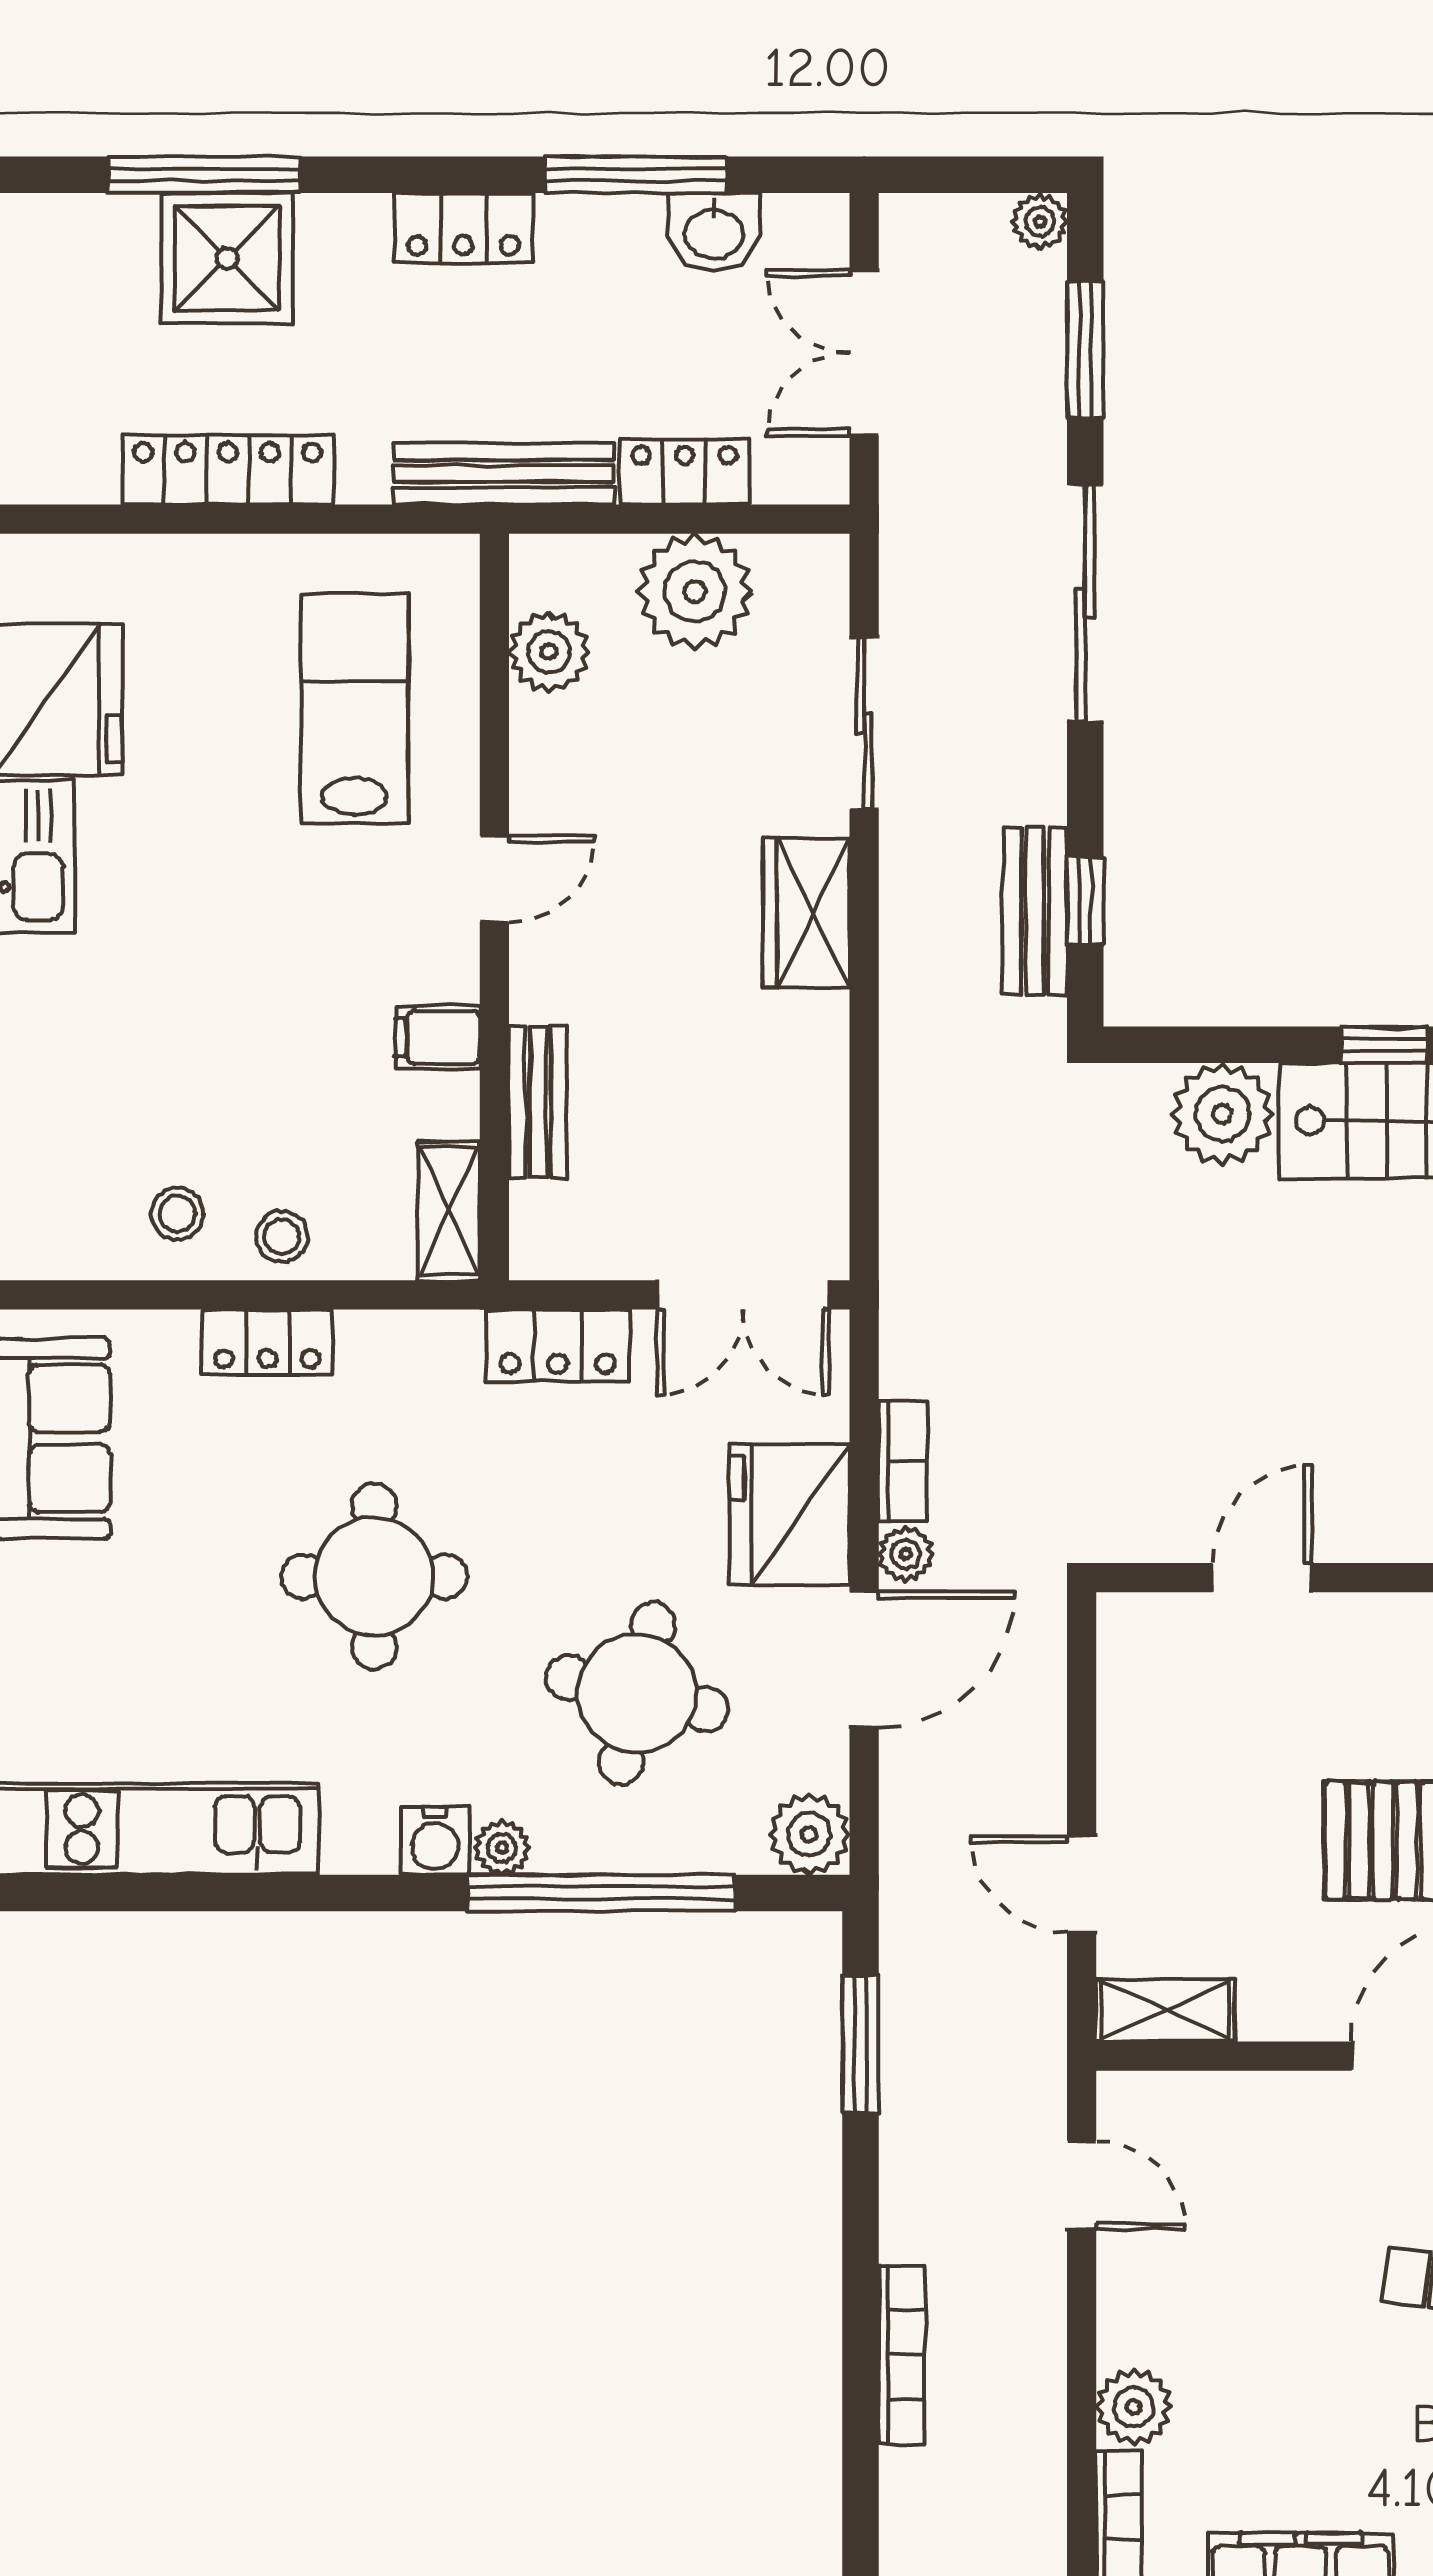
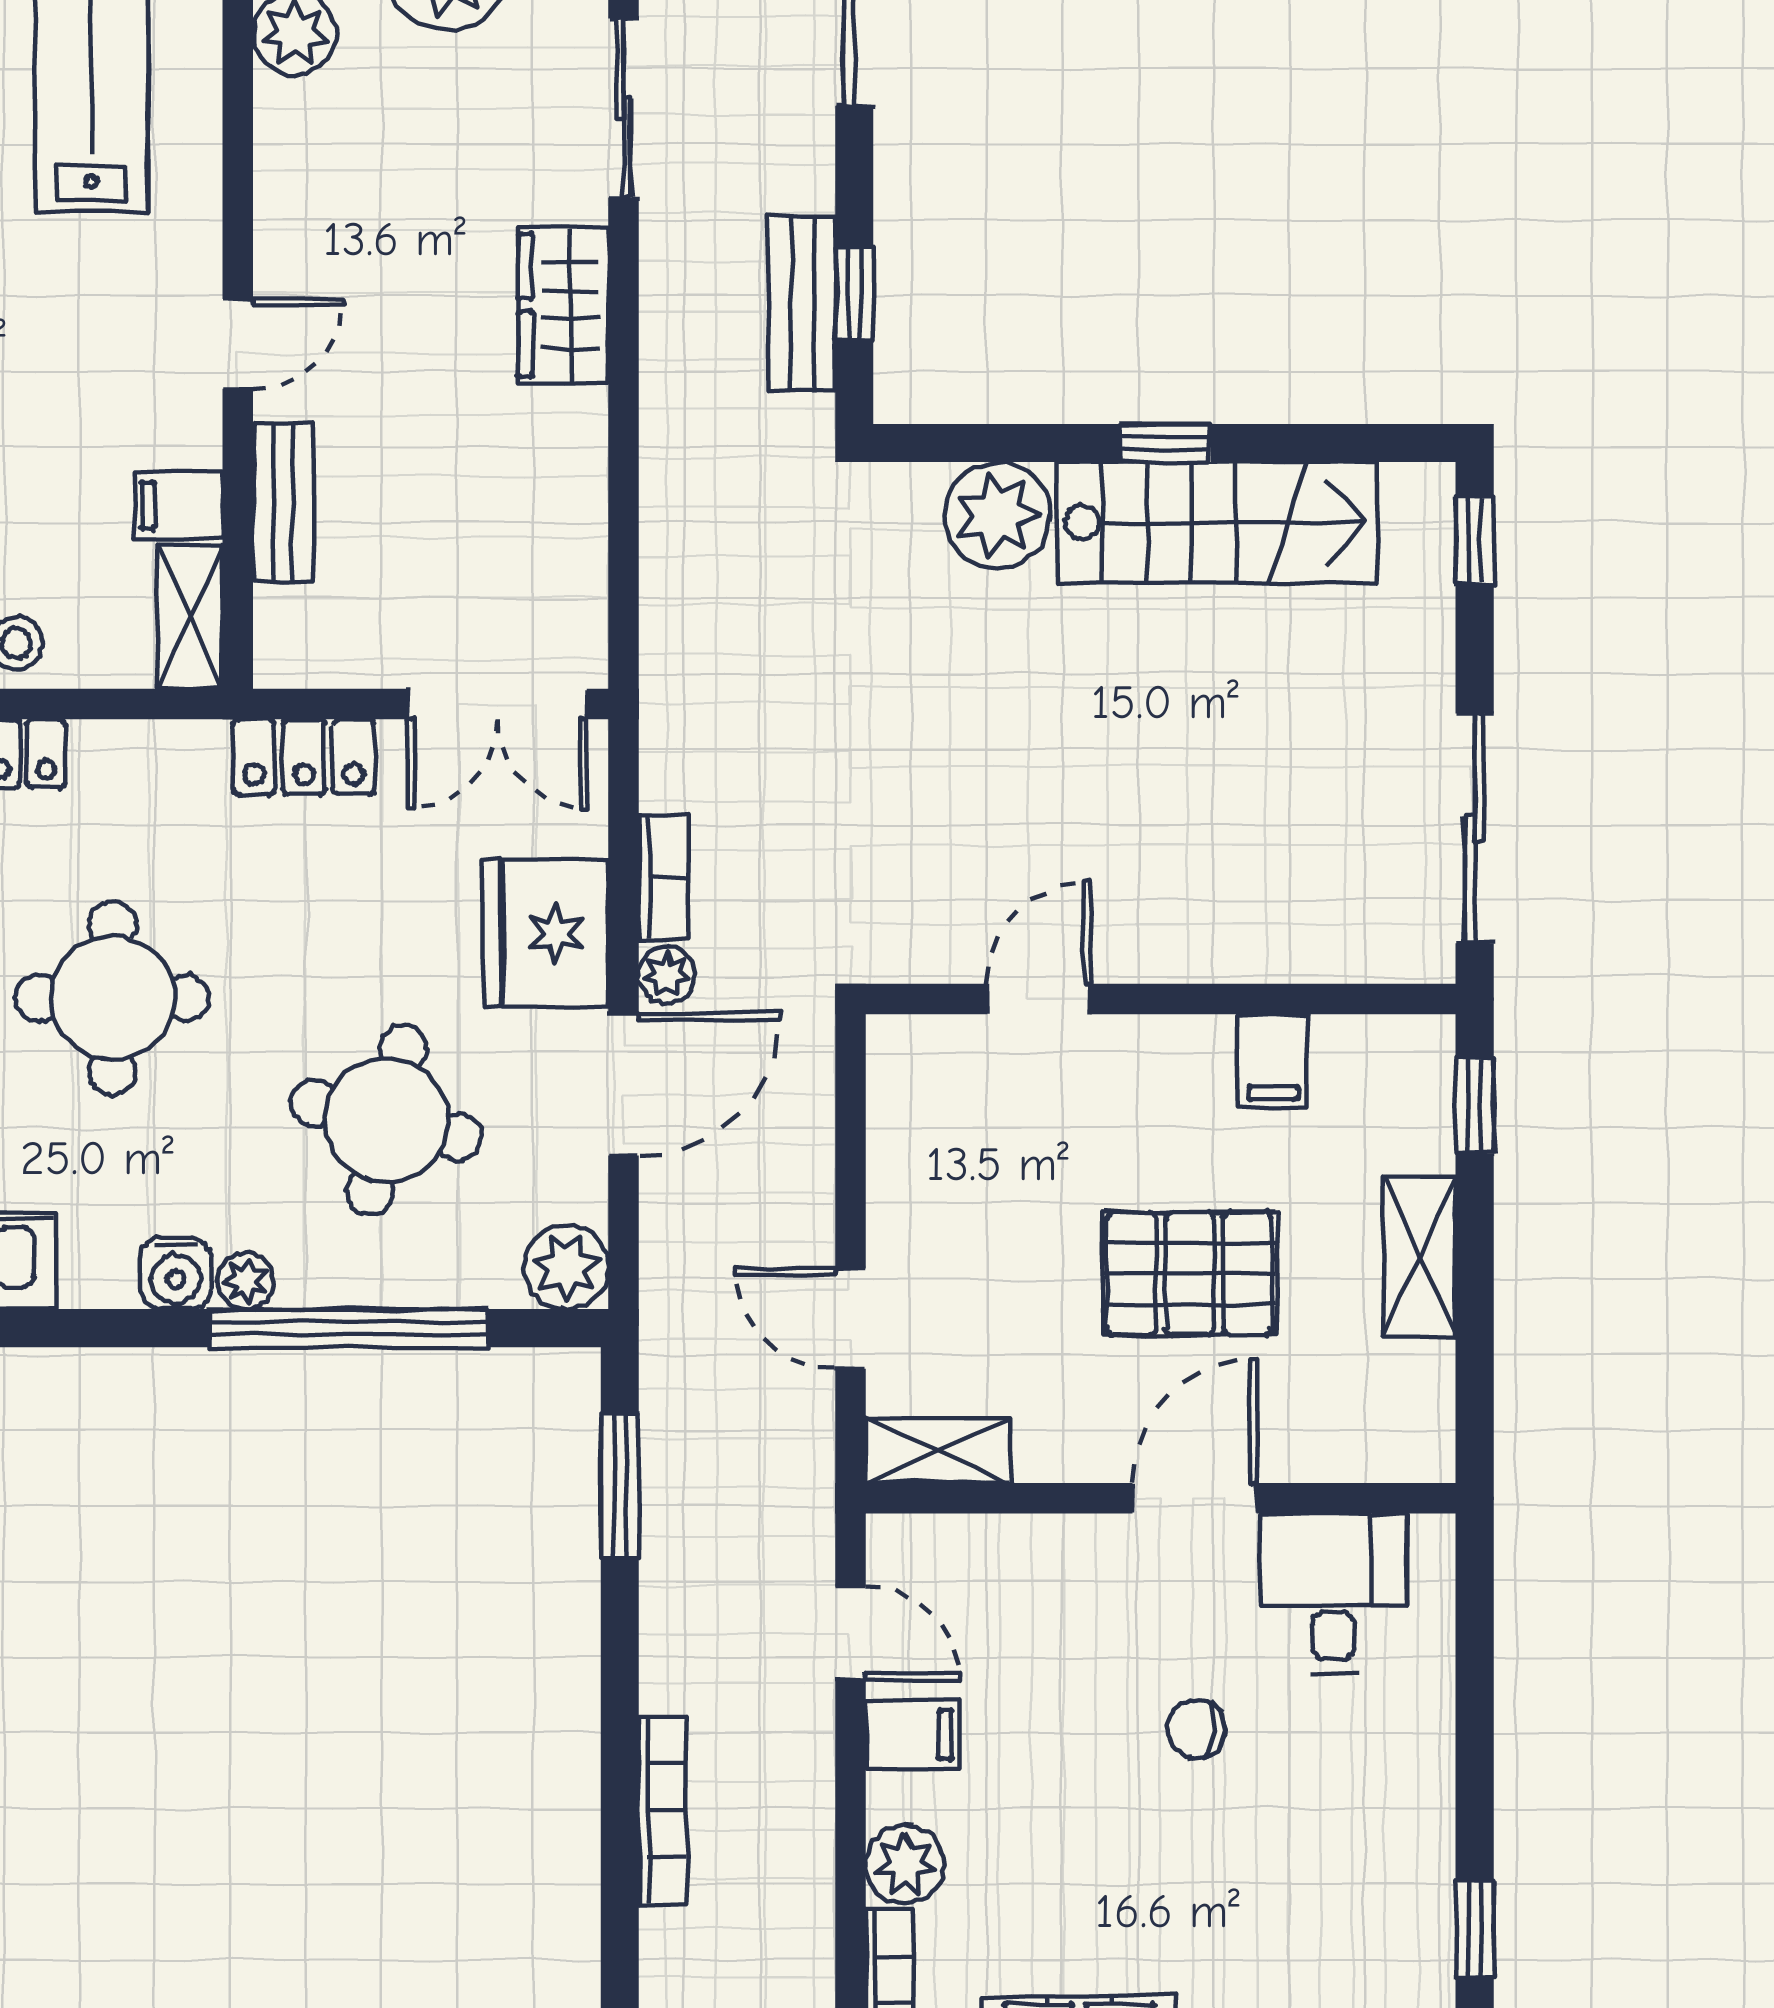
door: (494, 879) -> (238, 344), moved
filing cabinet: (438, 1037) -> (179, 505), moved
filing cabinet: (1141, 2282) -> (913, 1734), added

